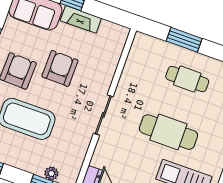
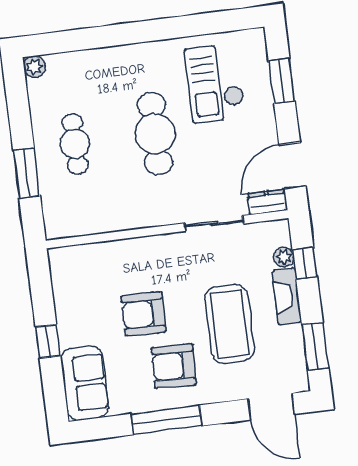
fireplace: (81, 19) -> (287, 296), moved, turned 180
sliding door: (103, 115) -> (214, 223), moved

